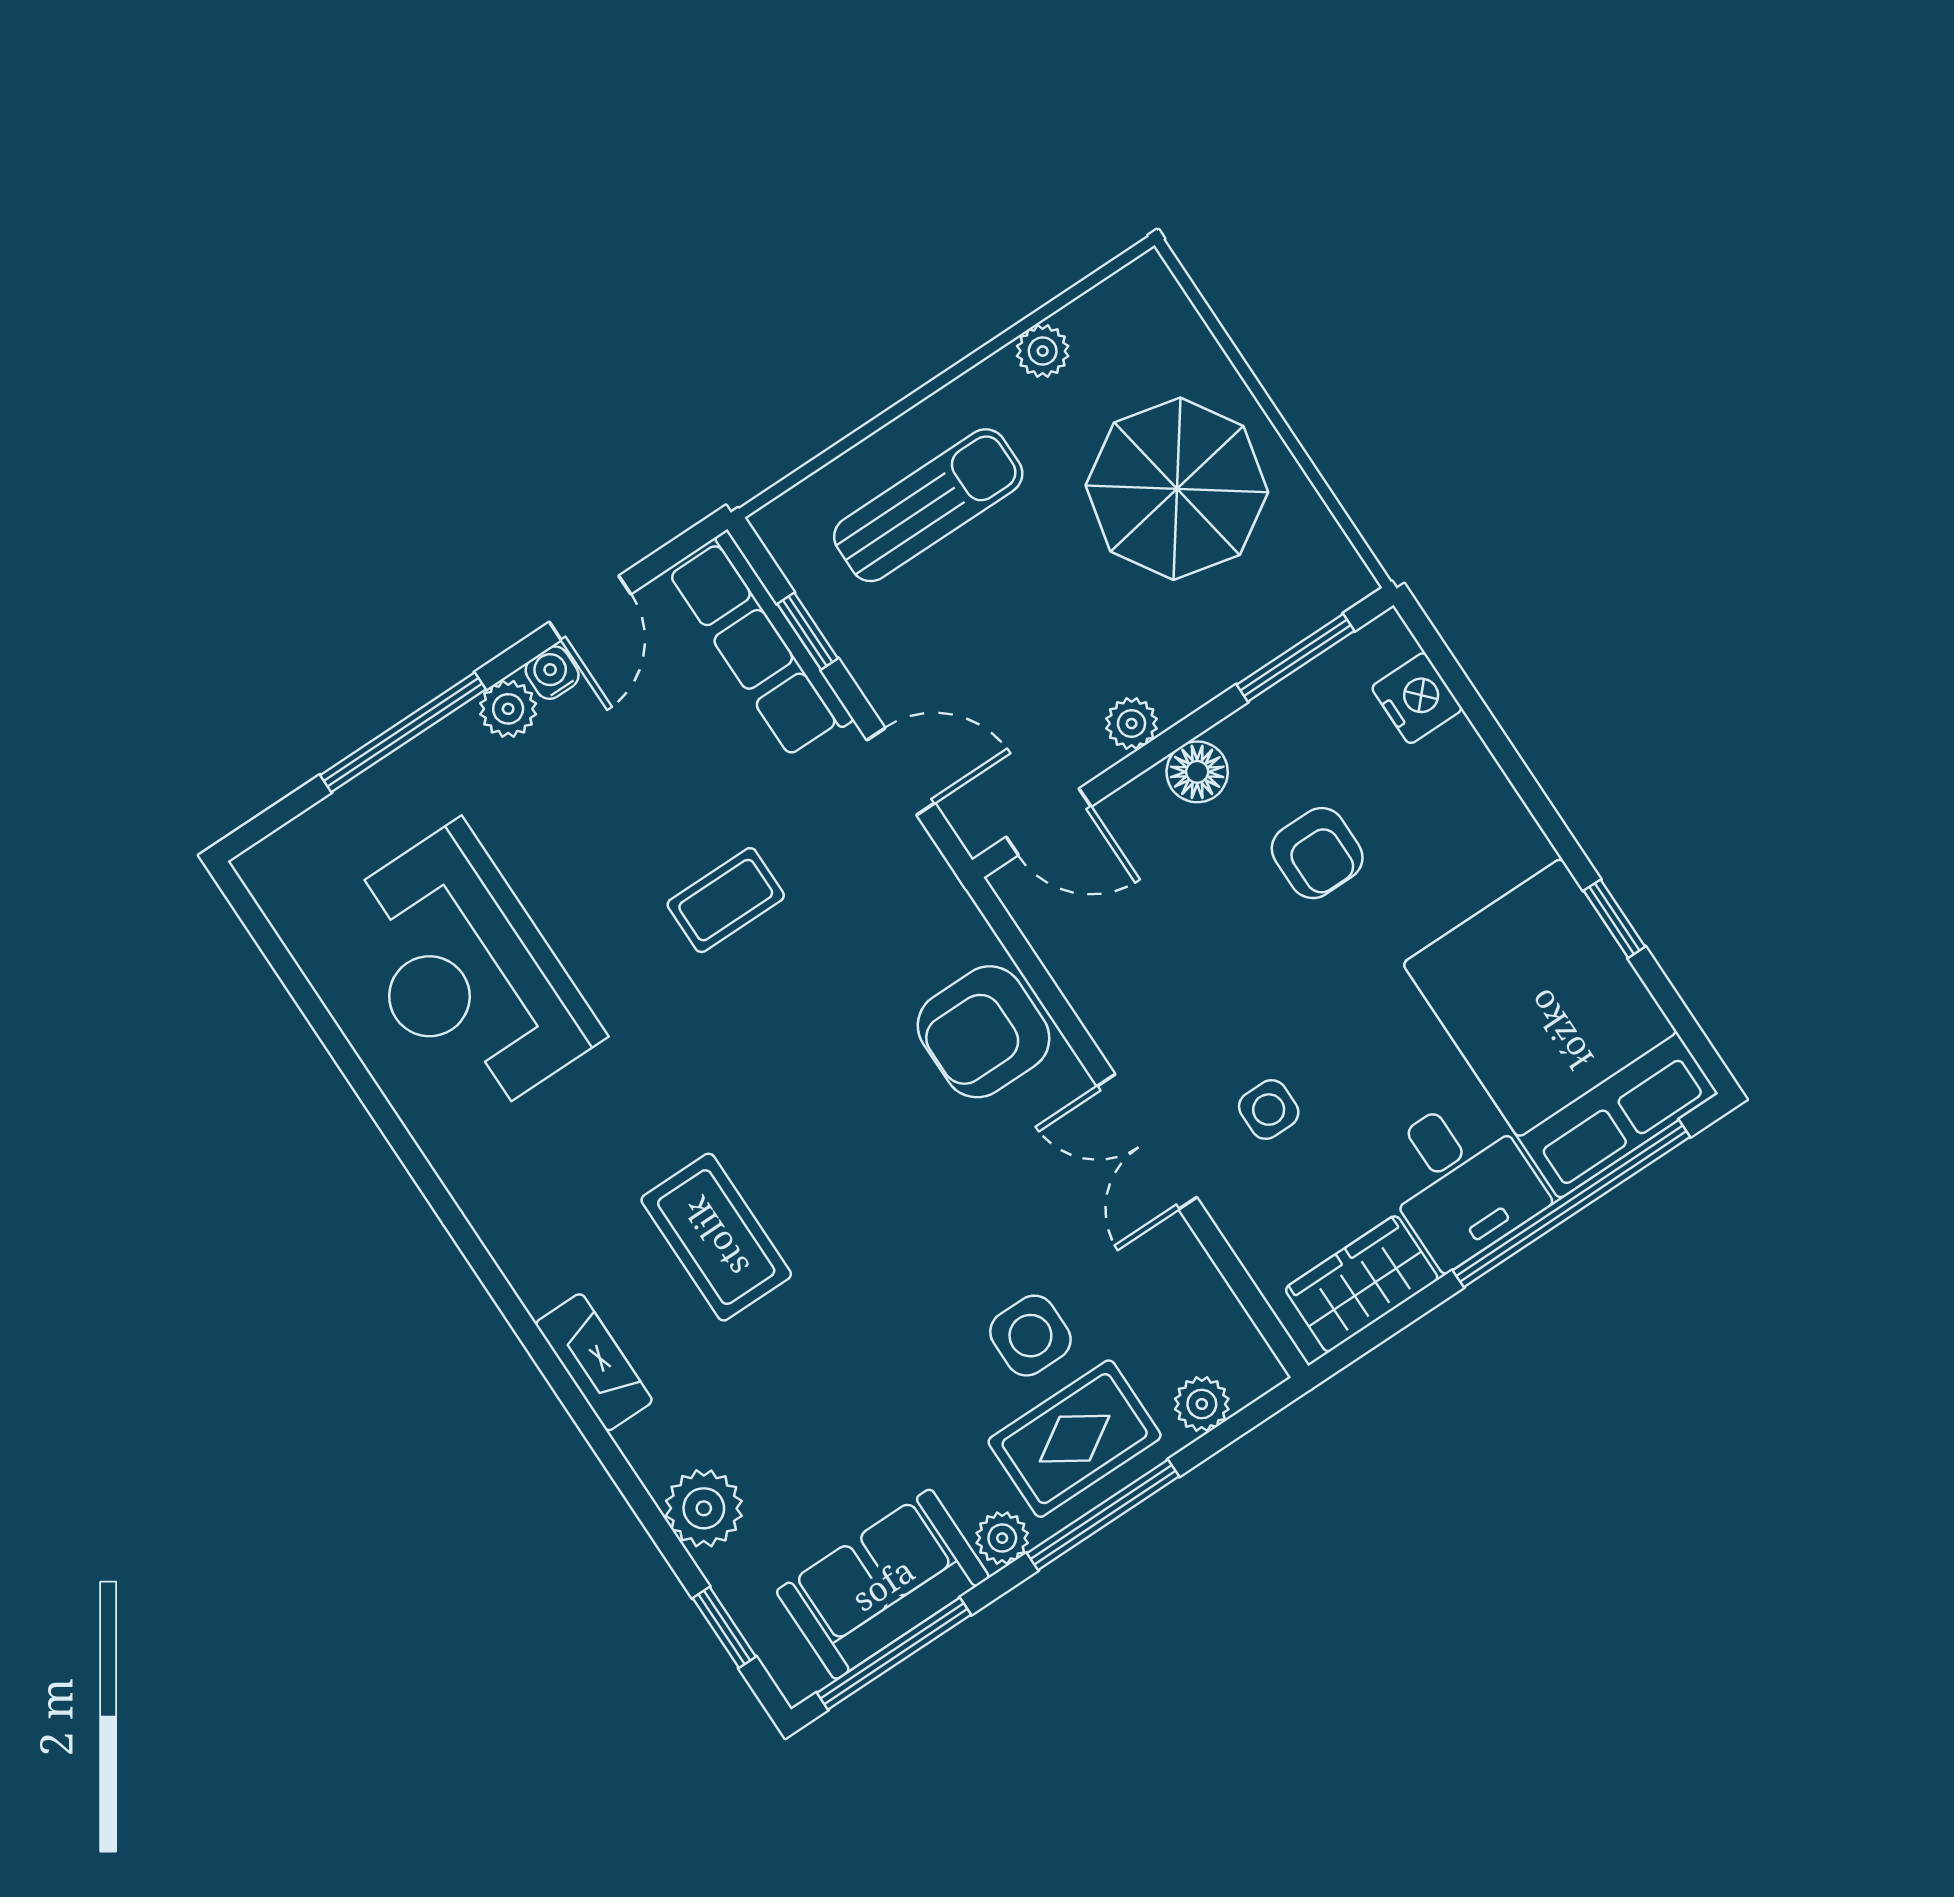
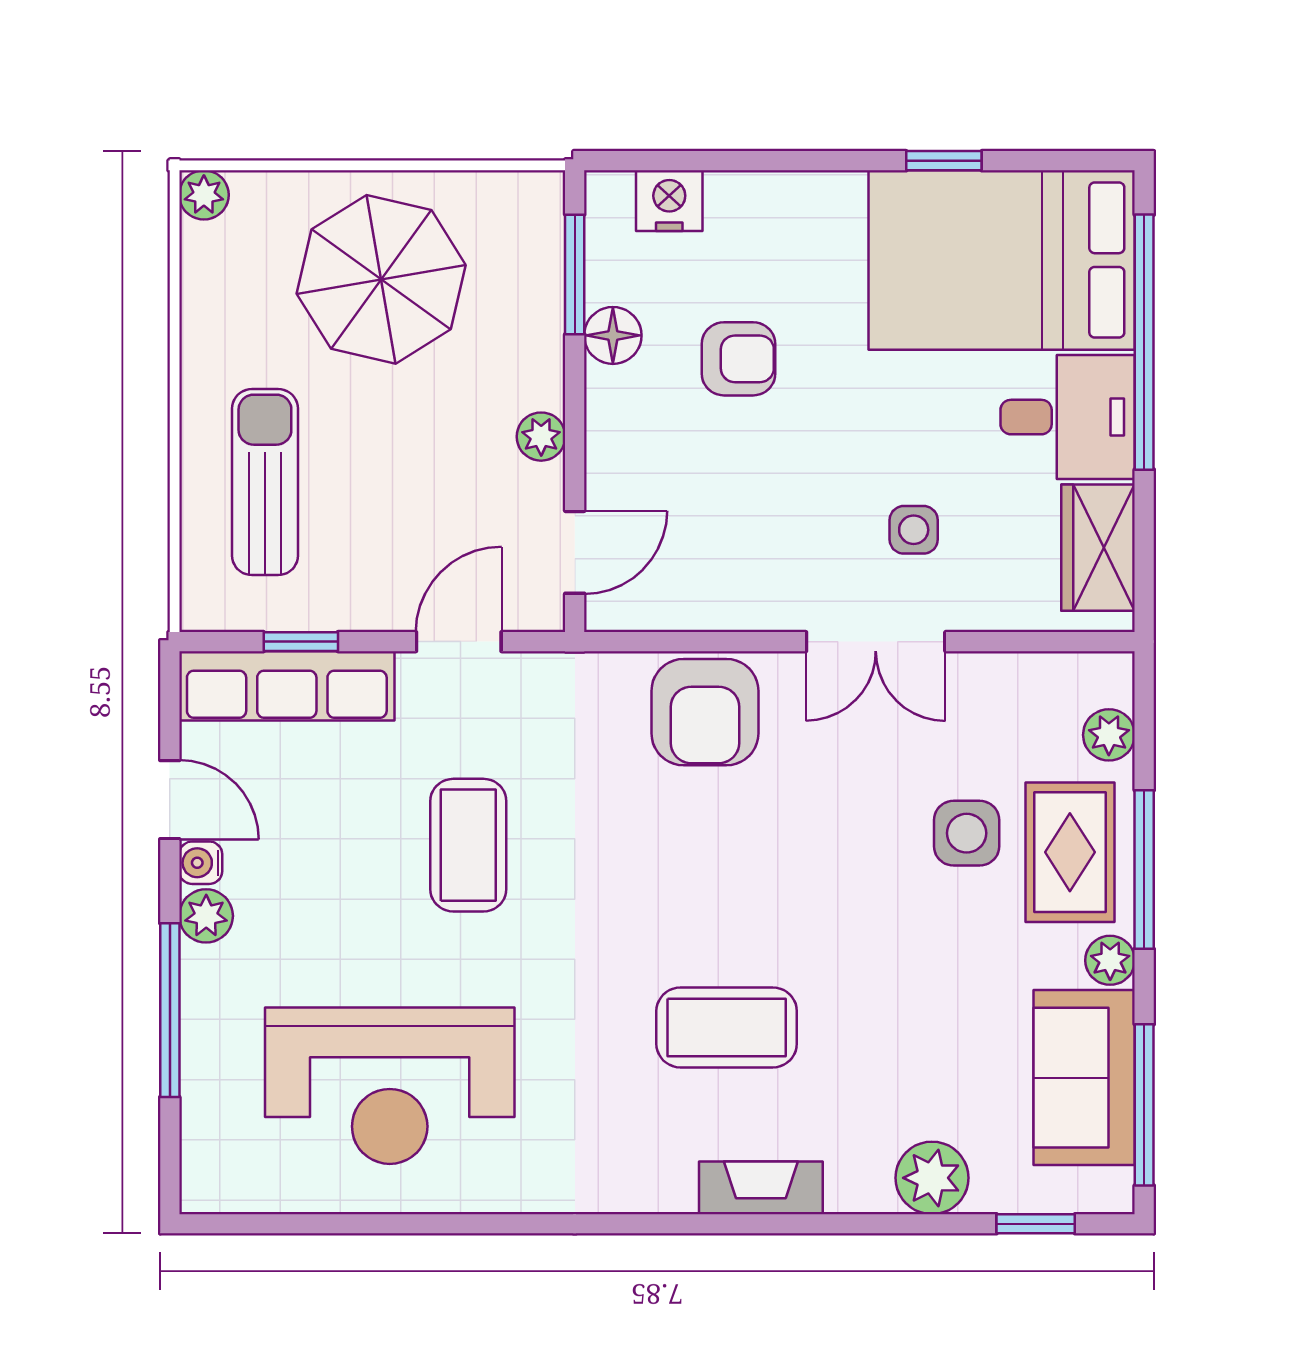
plant: (1043, 351) -> (204, 195), moved
floor lamp: (1197, 772) -> (613, 335), moved
coffee table: (726, 900) -> (468, 845), width x1.36, depth x1.30

